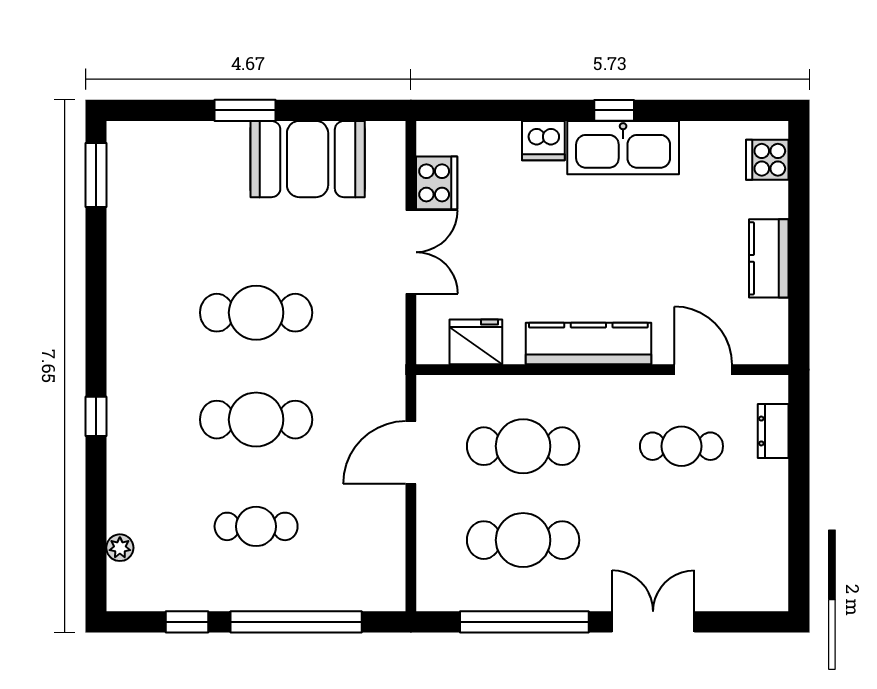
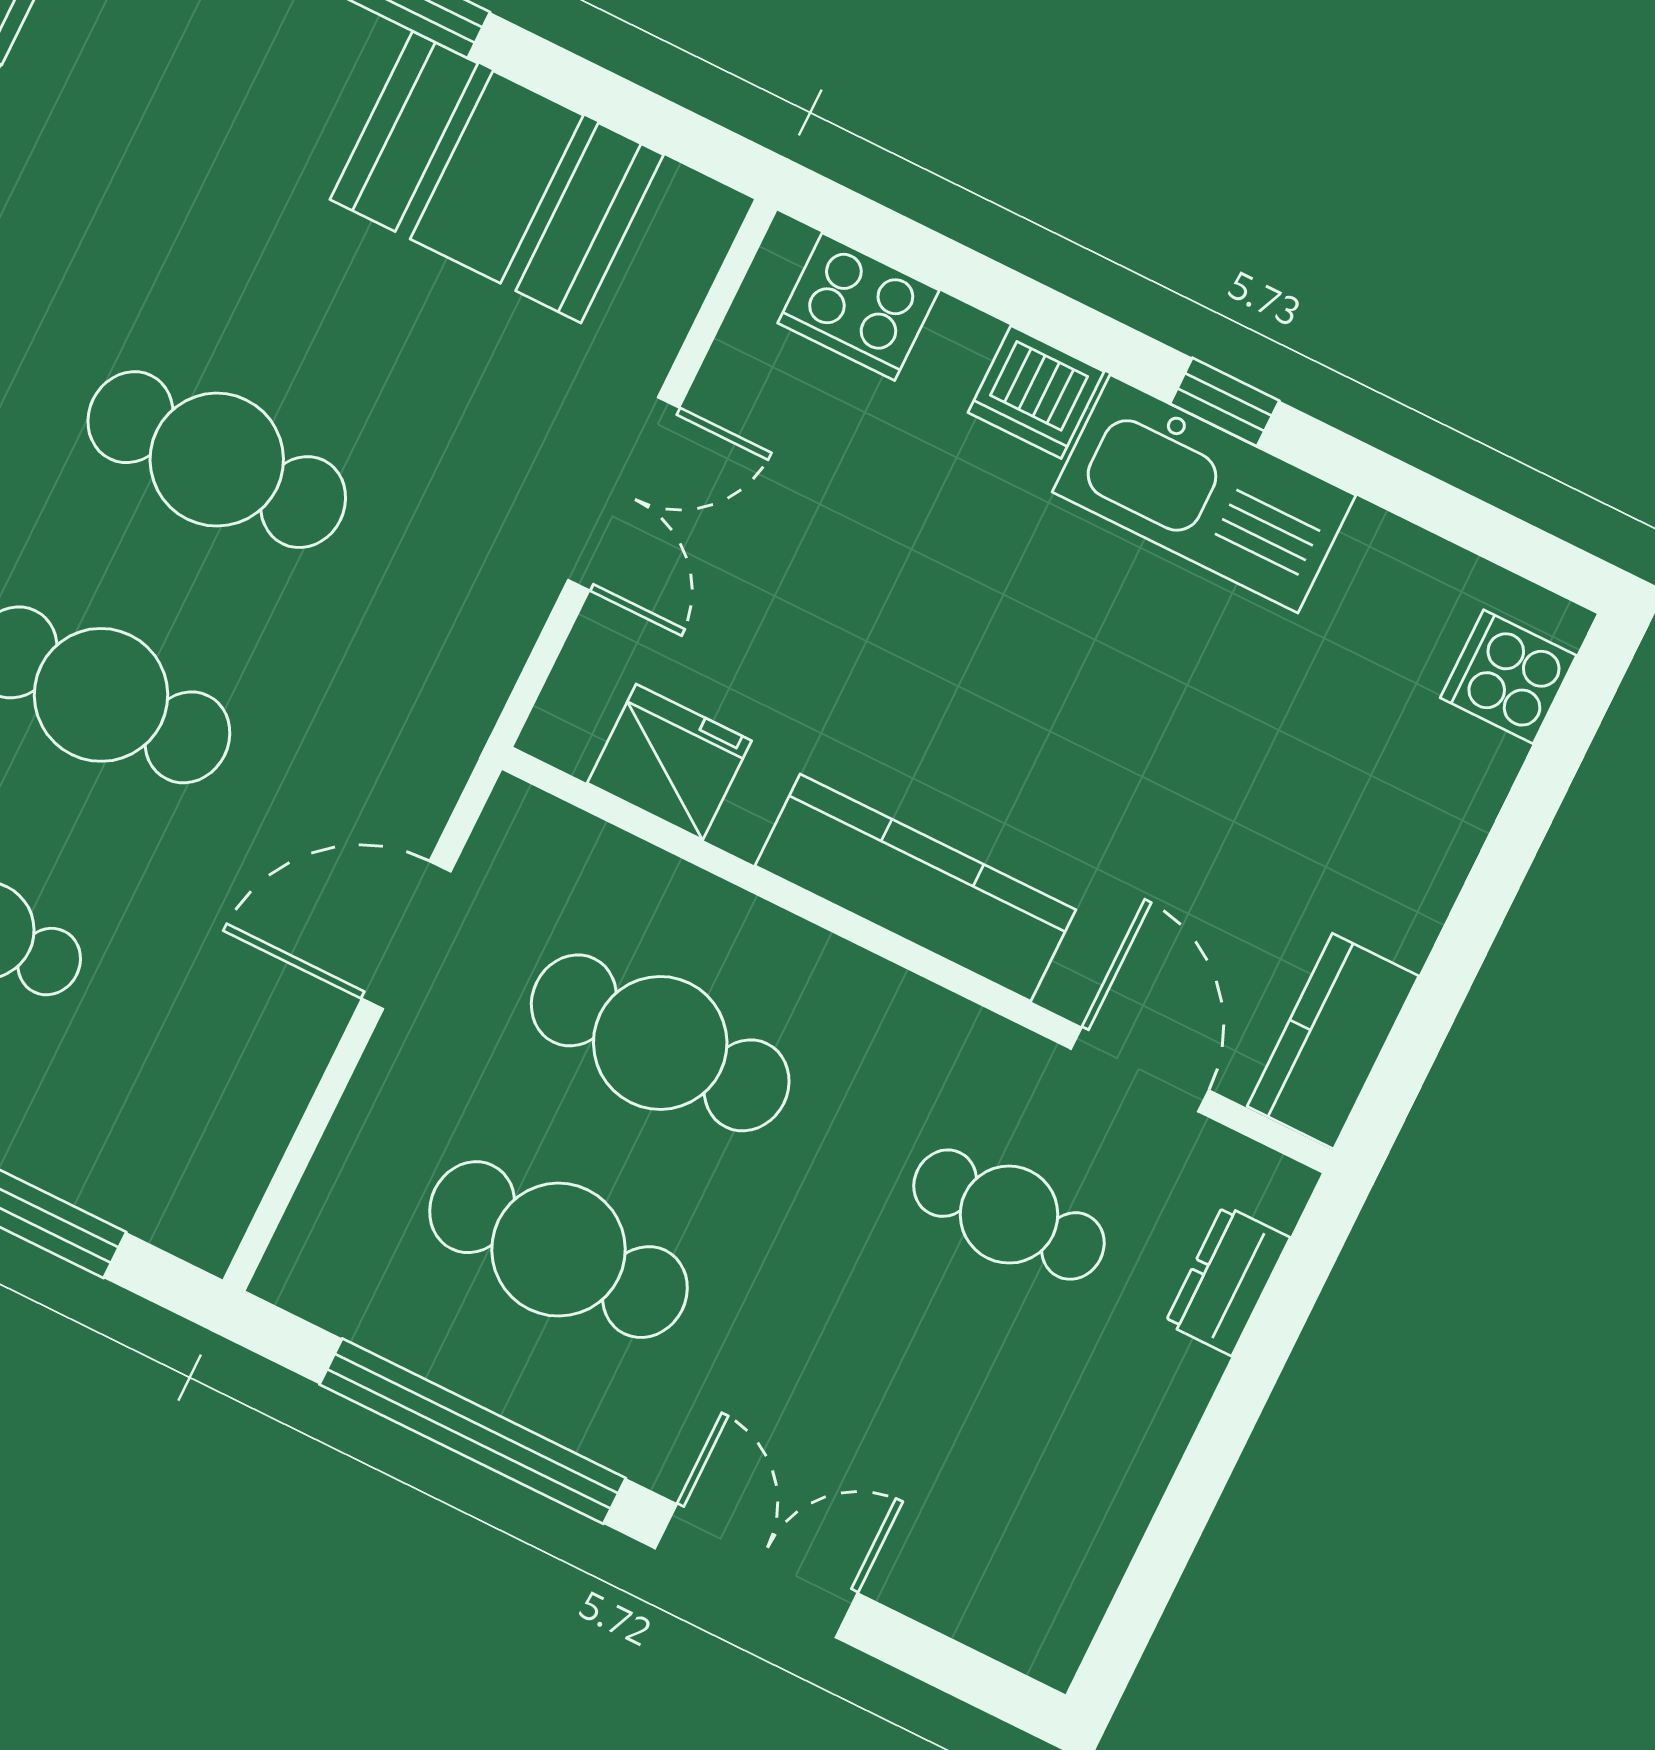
cooker: (437, 183) -> (858, 307), moved, turned 90
kitchen counter: (769, 258) -> (1333, 1041), moved

